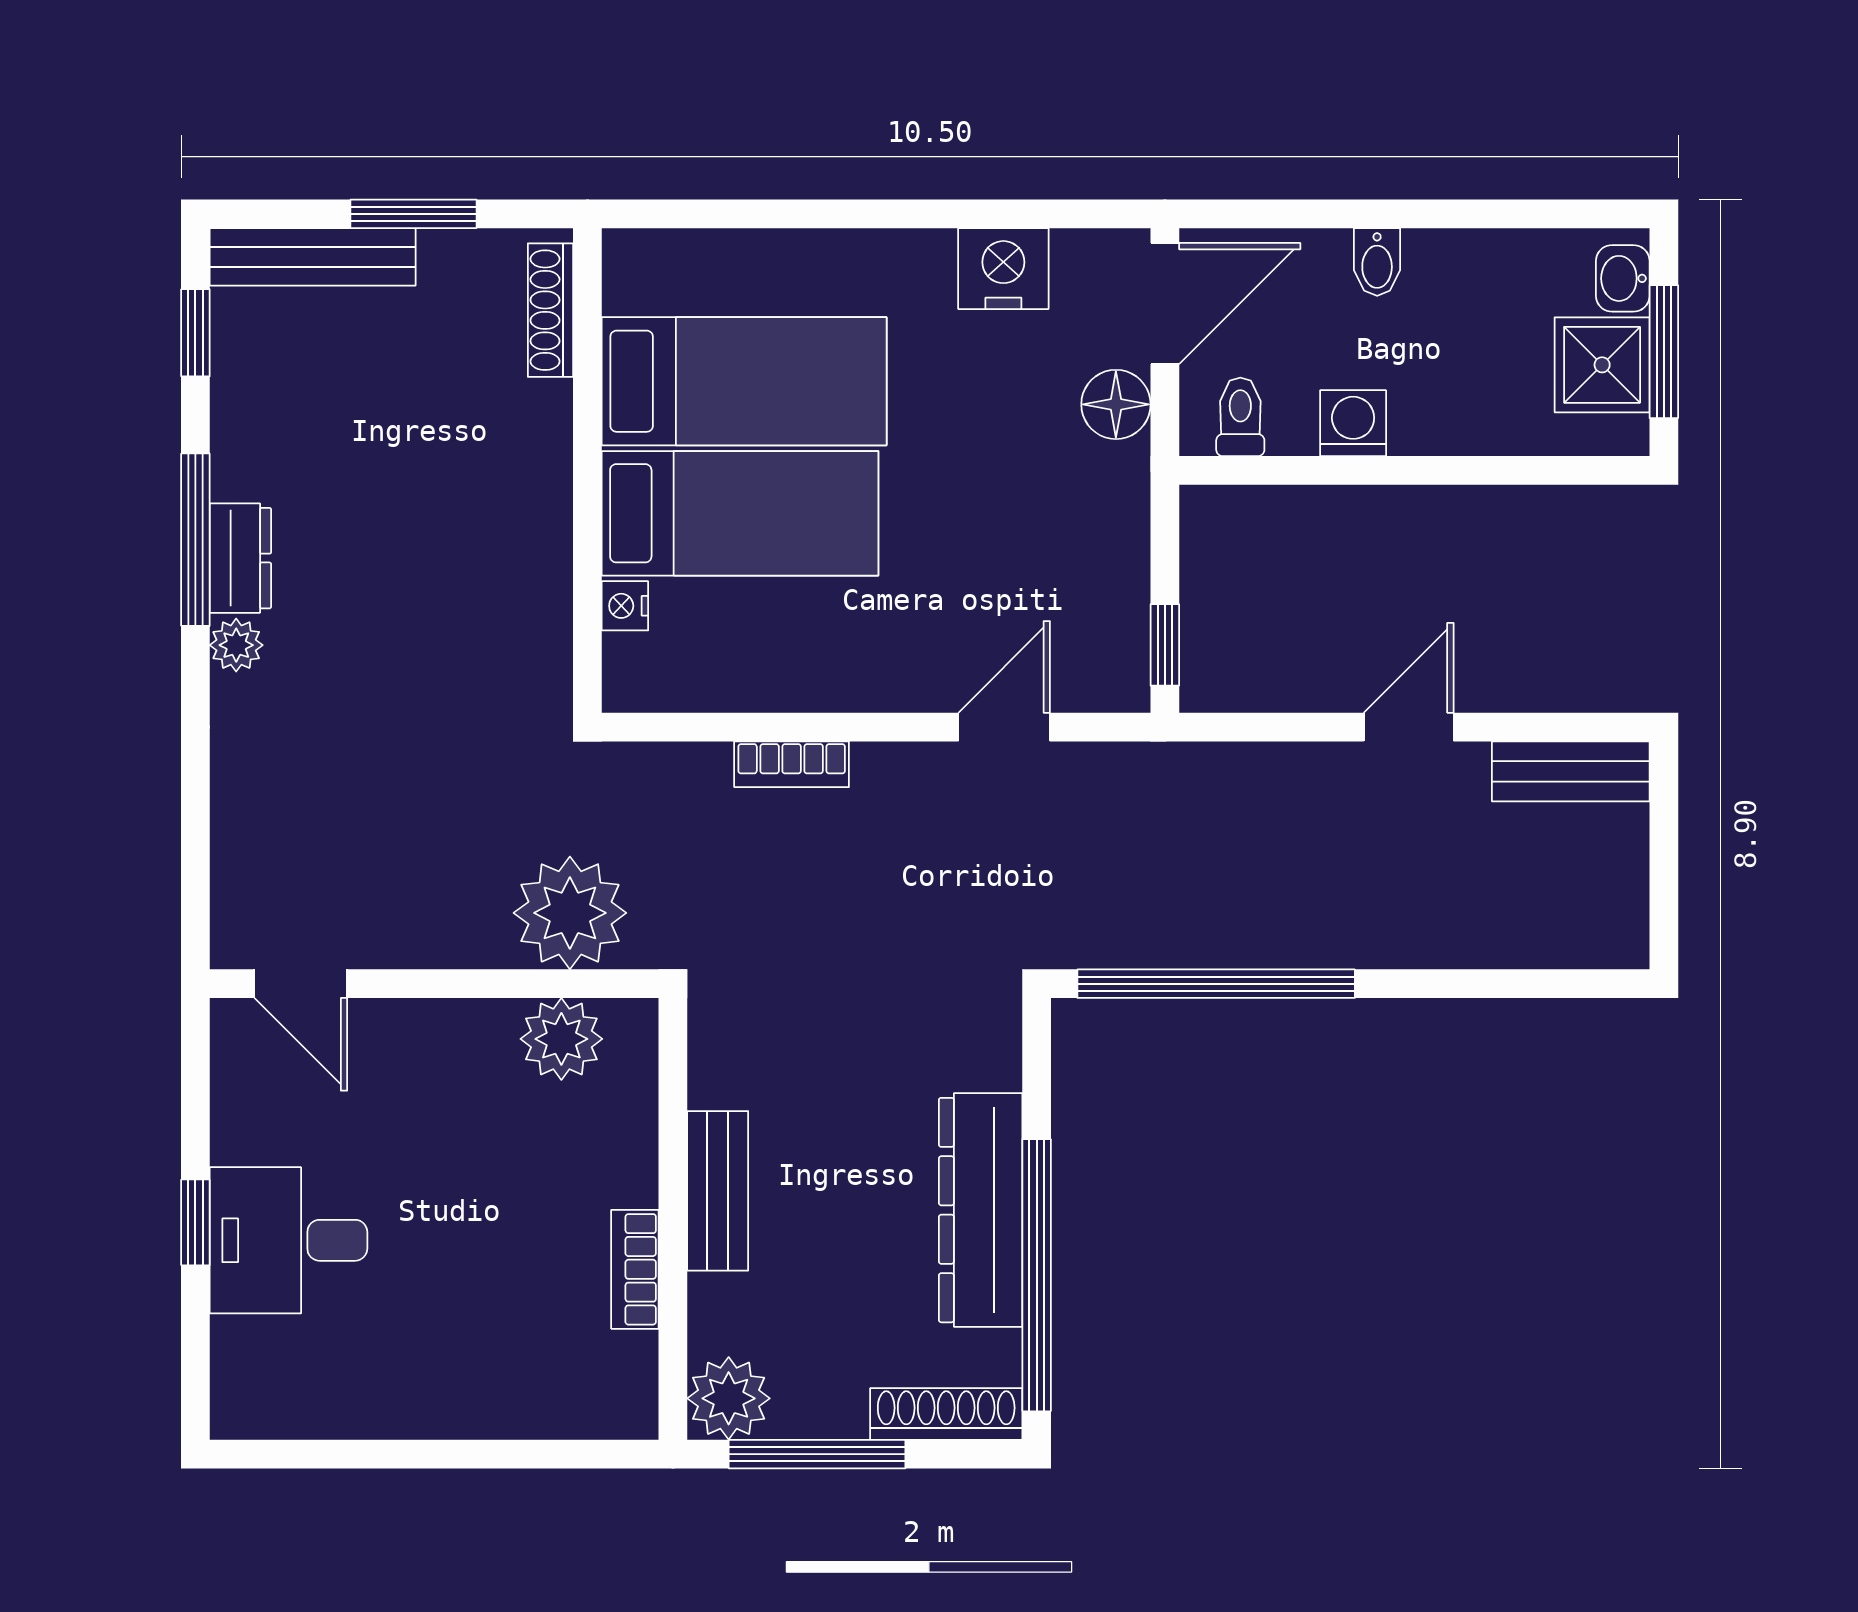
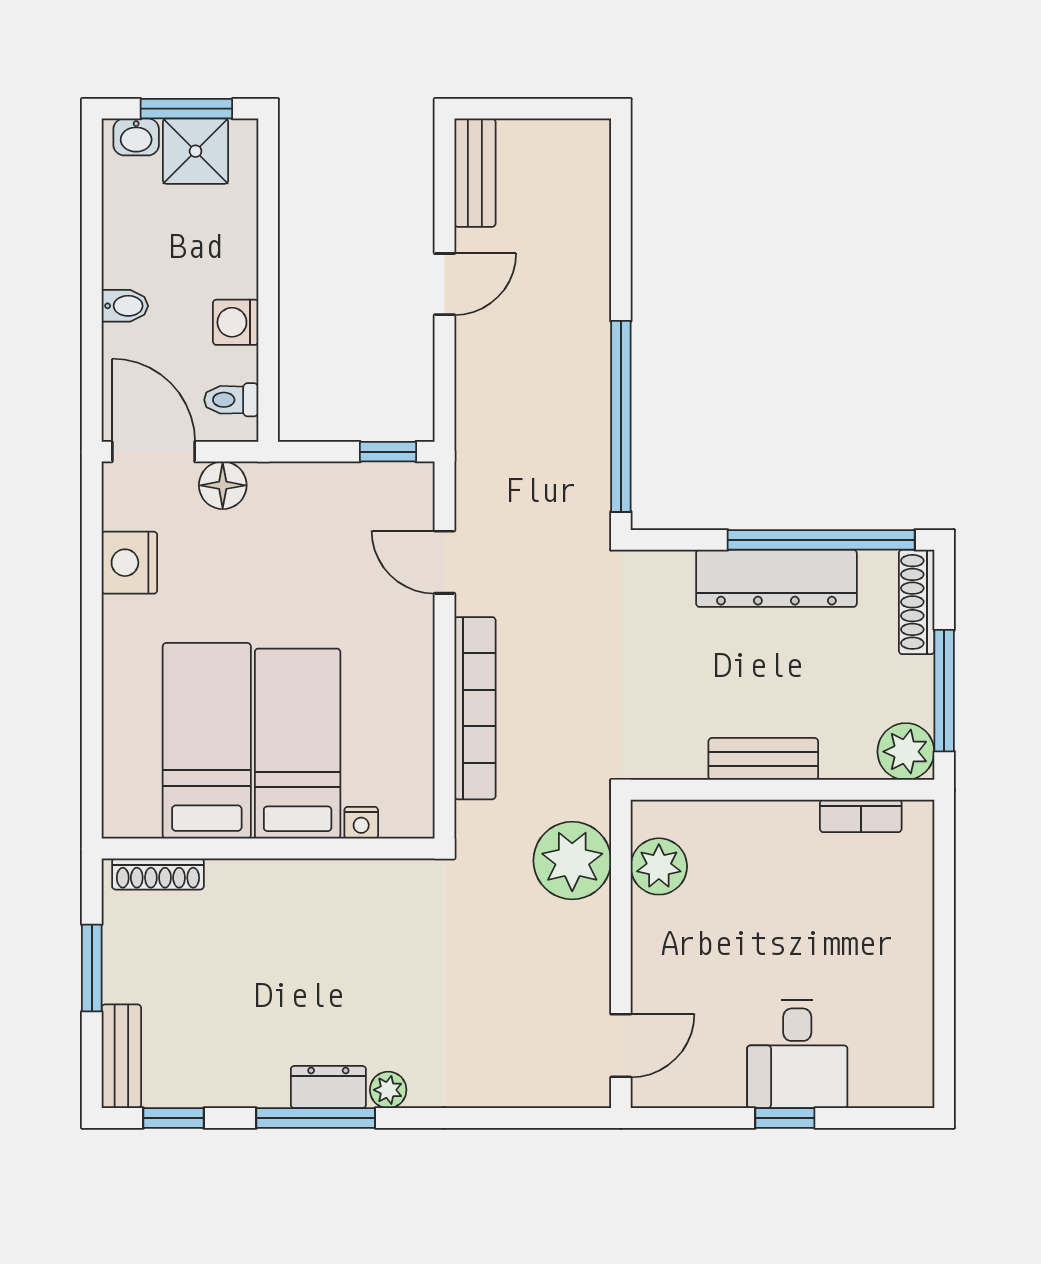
bench: (313, 257) -> (121, 1056), width x0.73
door: (1409, 727) -> (444, 284), swing flipped
bookcase: (792, 764) -> (475, 708), width x2.31, depth x1.31
bookcase: (635, 1269) -> (861, 816), moved

